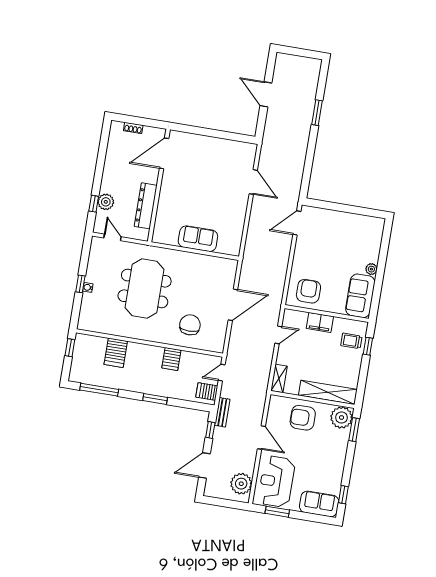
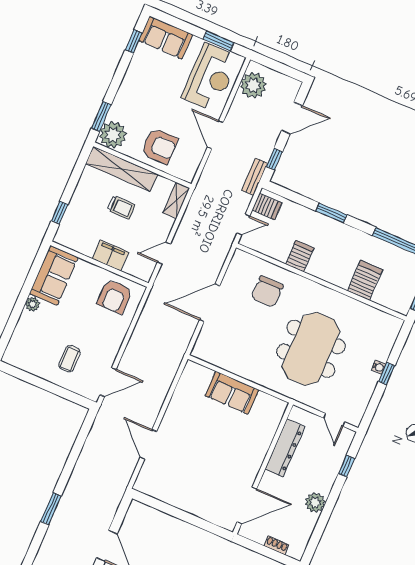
plant: (106, 202) -> (315, 503), moved
coffee table: (332, 234) -> (69, 359), added
trolley: (351, 341) -> (121, 207), moved

